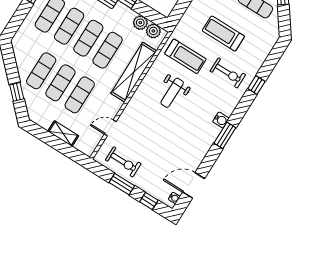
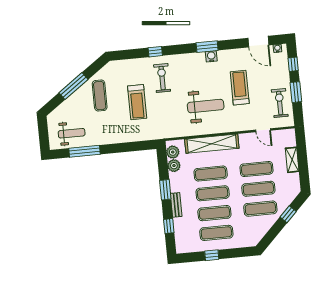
treadmill: (185, 56) -> (240, 88), moved
weight bench: (172, 93) -> (206, 106), width x1.36, depth x1.33
water cooler: (221, 120) -> (211, 56), moved

